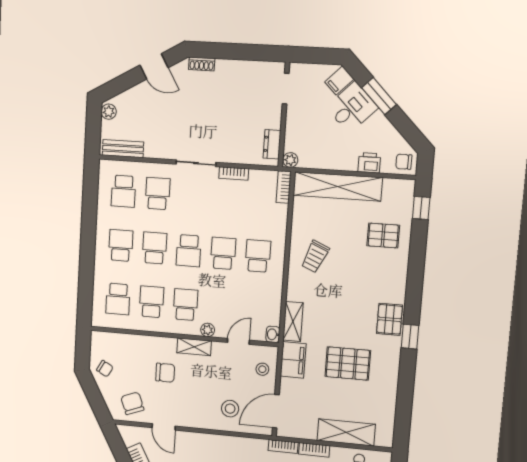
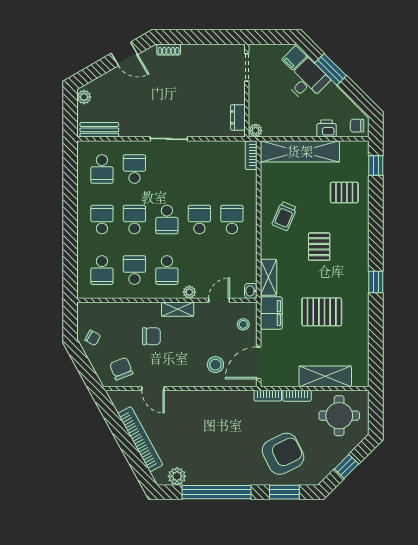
bookcase: (234, 173) -> (204, 146), removed
school desk: (185, 305) -> (167, 270), turned 180
pallet: (389, 319) -> (319, 247), moved

